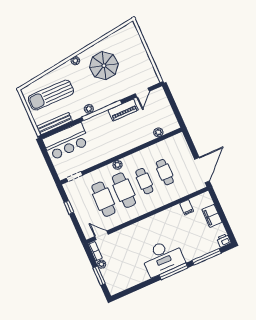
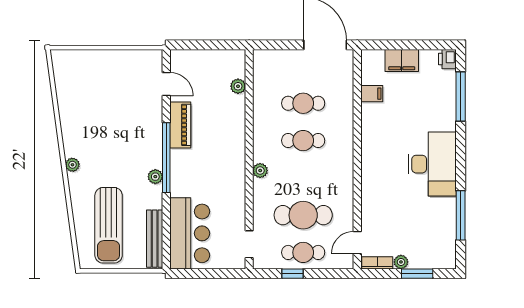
parasol: (104, 66) -> (99, 125), removed
cafe table: (124, 190) -> (303, 252), moved, width x0.73, depth x0.74
window: (174, 271) -> (461, 215), moved

